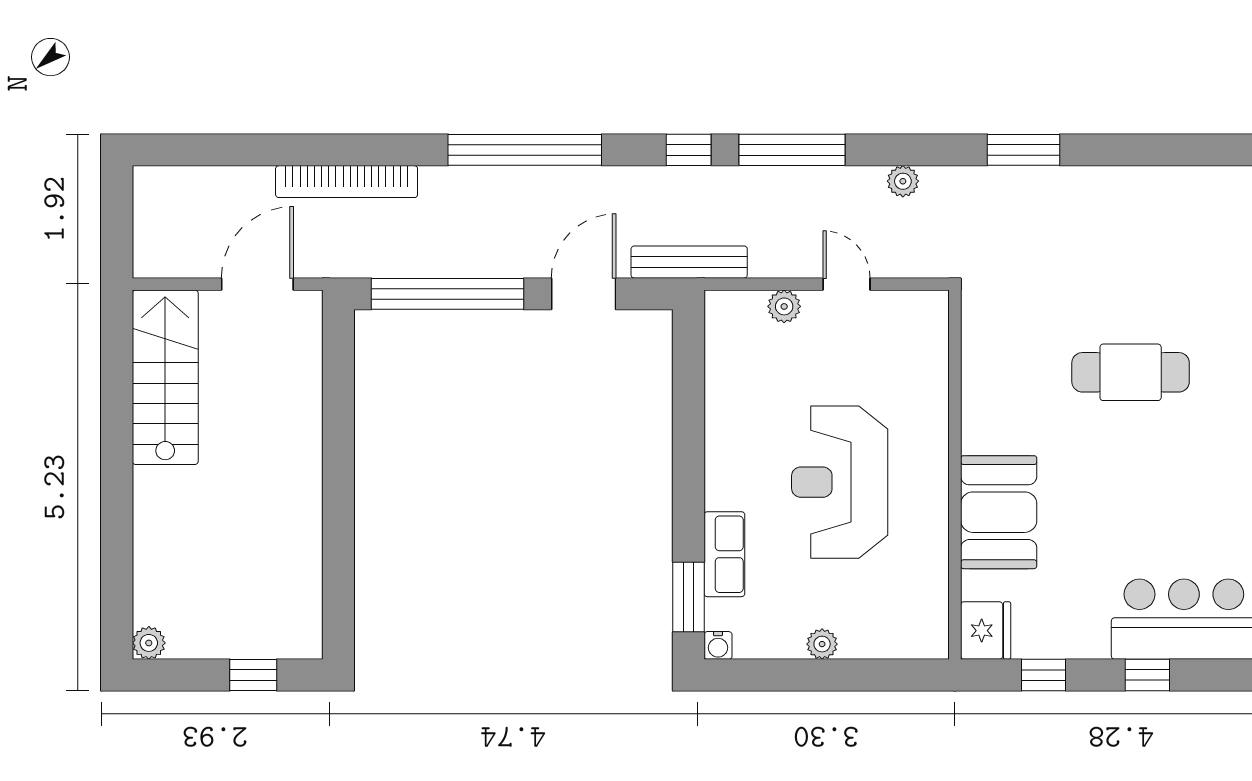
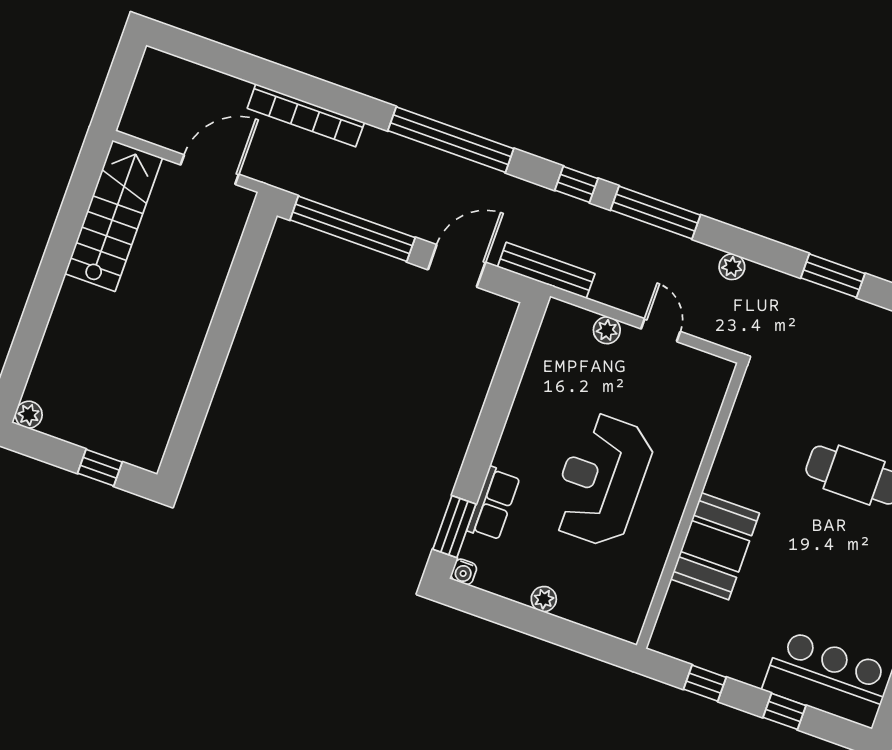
fridge: (986, 631) -> (673, 633), removed

